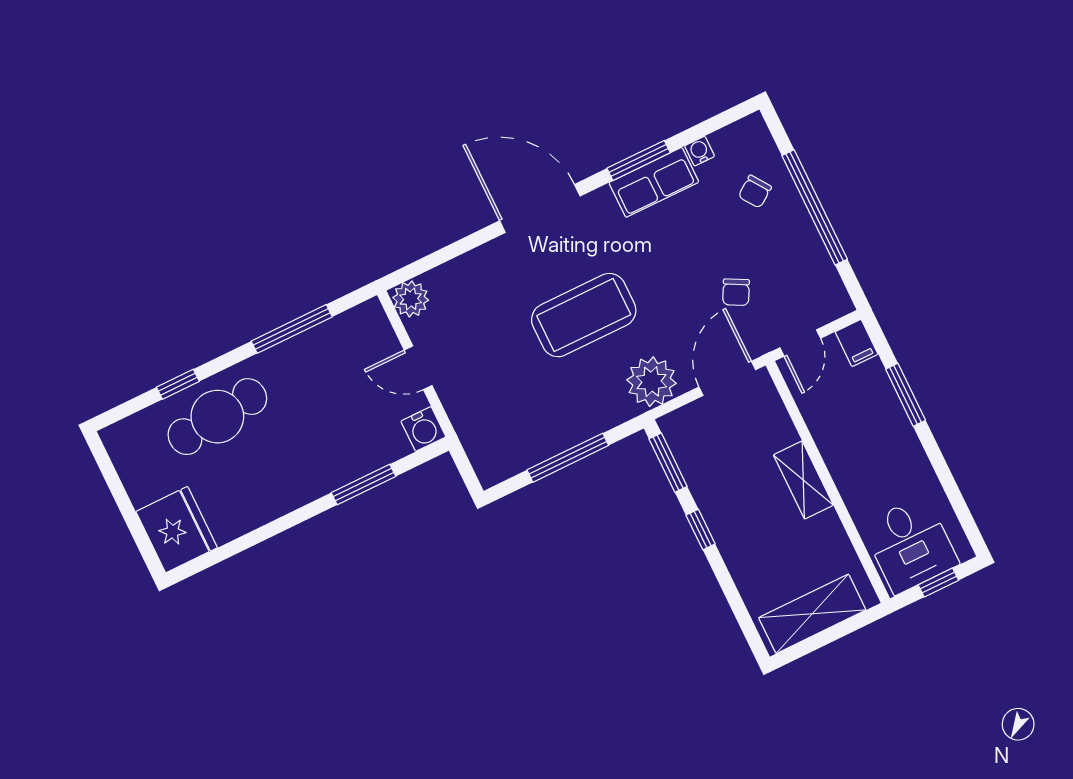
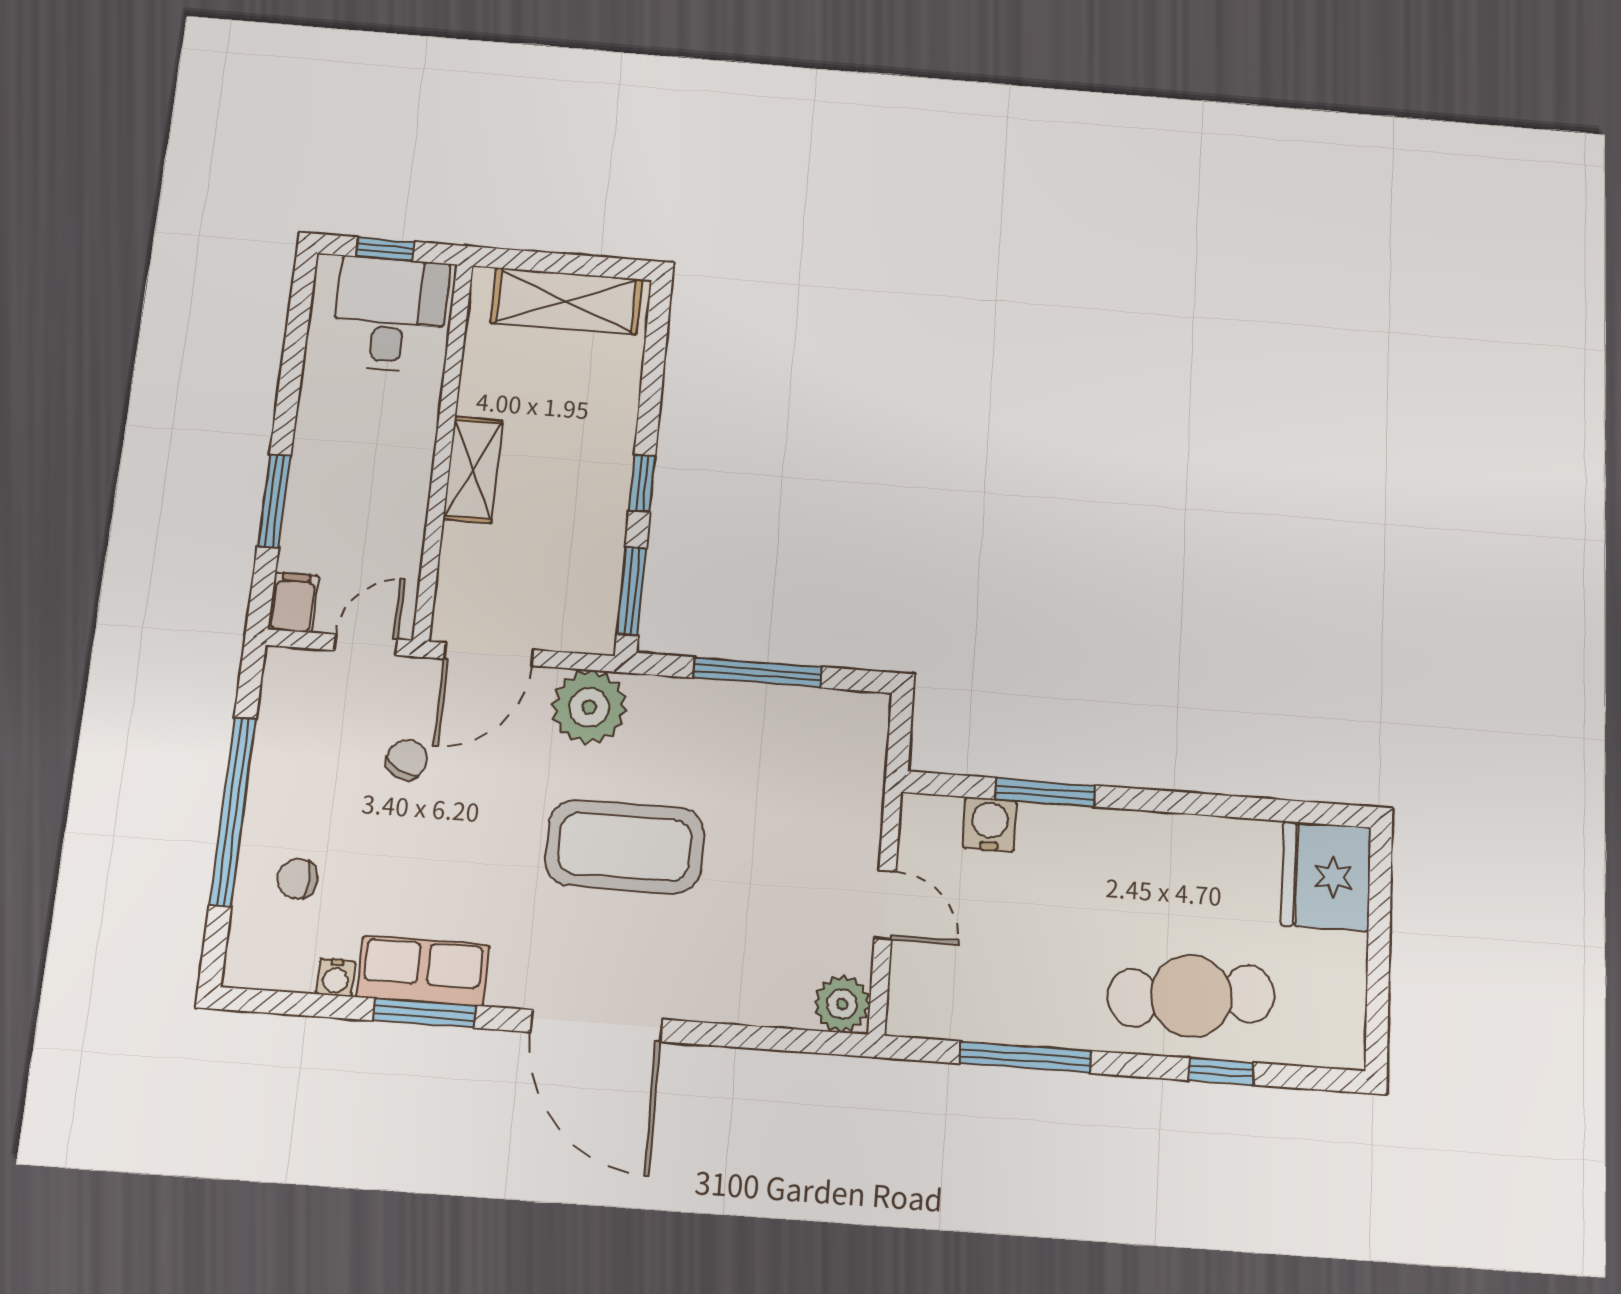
chair: (755, 192) -> (297, 879), turned -145
water cooler: (423, 429) -> (990, 824), moved

